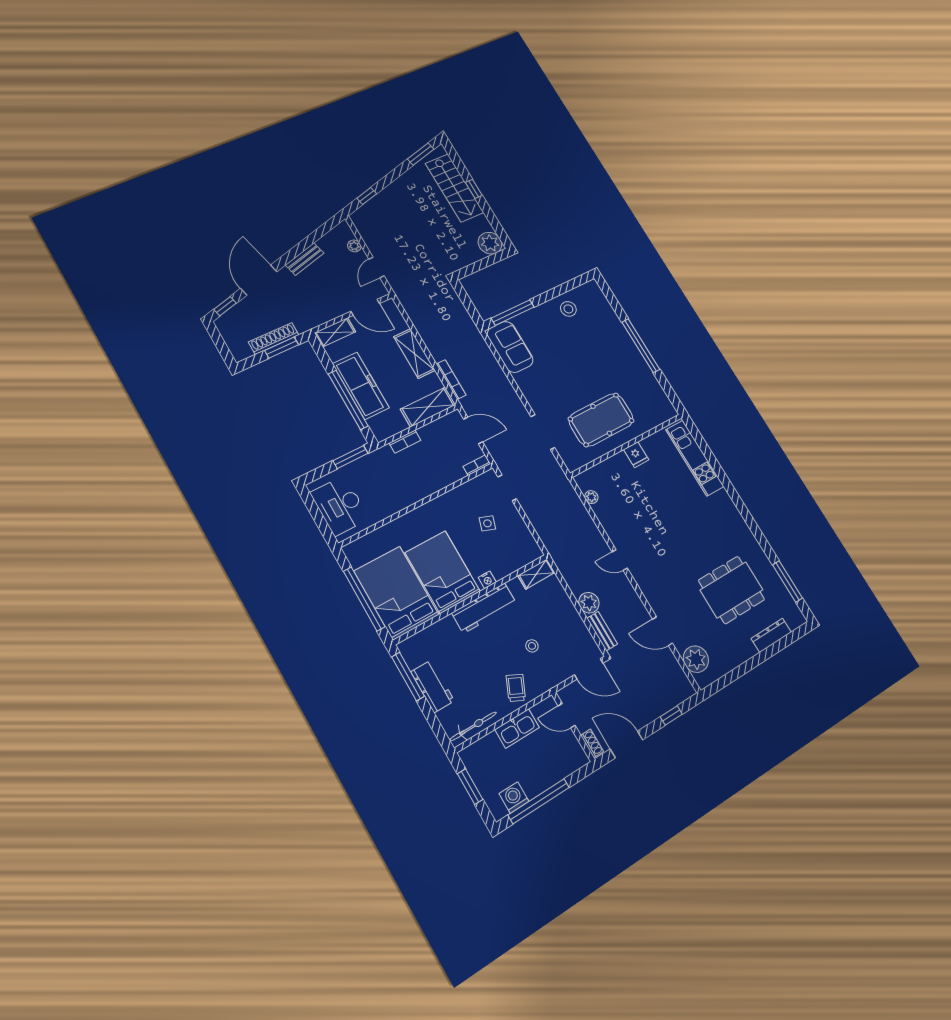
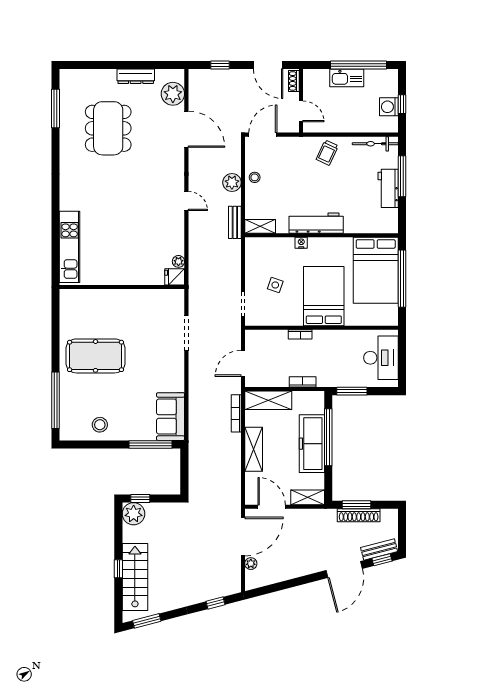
bench: (305, 259) -> (379, 550), moved
window: (492, 259) -> (140, 499), added
door: (377, 267) -> (243, 537), width x1.88
window: (641, 346) -> (56, 400), moved
pool table: (601, 420) -> (96, 356), moved
door: (473, 430) -> (243, 363), hinge flipped
fridge: (636, 455) -> (175, 277), moved, turned -90
bookcase: (477, 465) -> (300, 334), moved
bed: (443, 572) -> (324, 296), moved, turned 180
dining table: (732, 590) -> (108, 128), turned 90
bench: (602, 631) -> (235, 222), moved
door: (662, 631) -> (186, 129), width x1.36
dresser: (771, 635) -> (136, 76), moved
stool: (532, 646) -> (255, 177), moved
door: (589, 669) -> (263, 135), hinge flipped
window: (408, 677) -> (402, 176), moved
kitchen sink: (517, 728) -> (347, 78), moved, turned 180
window: (470, 787) -> (402, 104), width x0.67
washing machine: (514, 798) -> (389, 107), moved, turned 90

